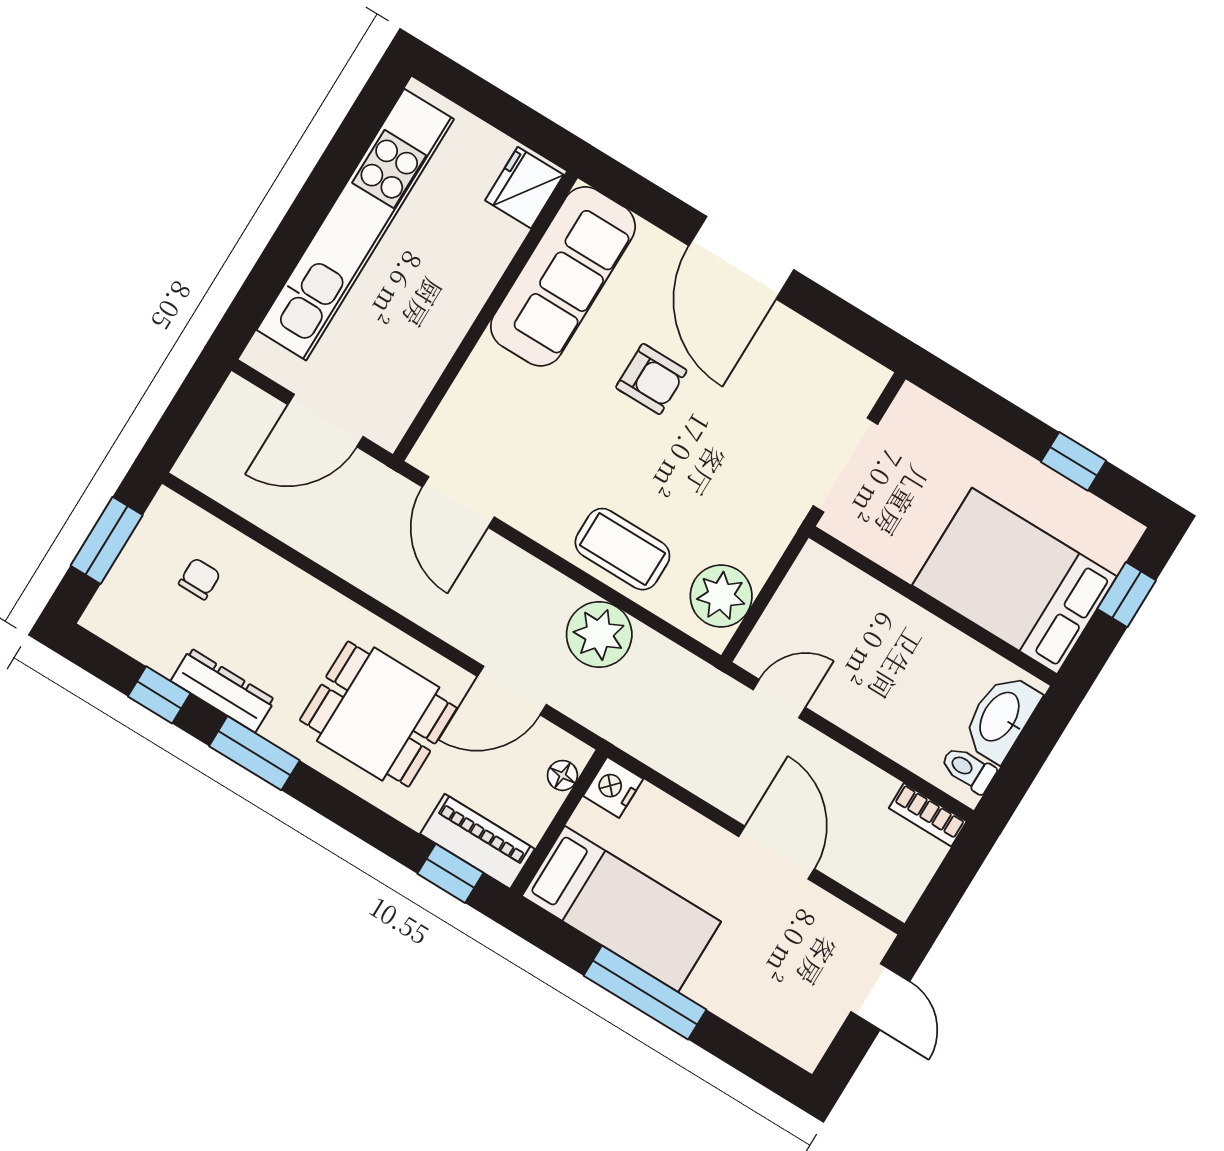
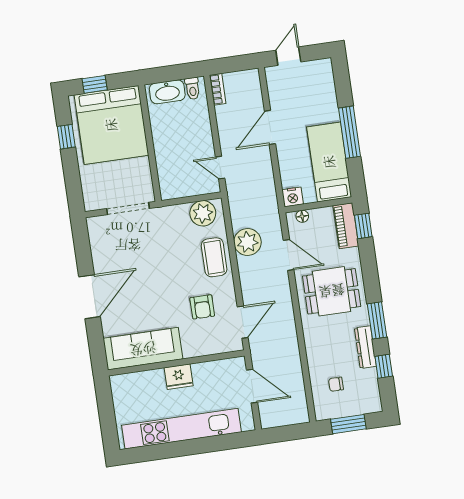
fridge: (524, 188) -> (179, 377), moved
armchair: (651, 379) -> (202, 307), moved, turned 180
bed: (1014, 581) -> (111, 125), width x1.36
dining table: (378, 714) -> (332, 291), turned 90

